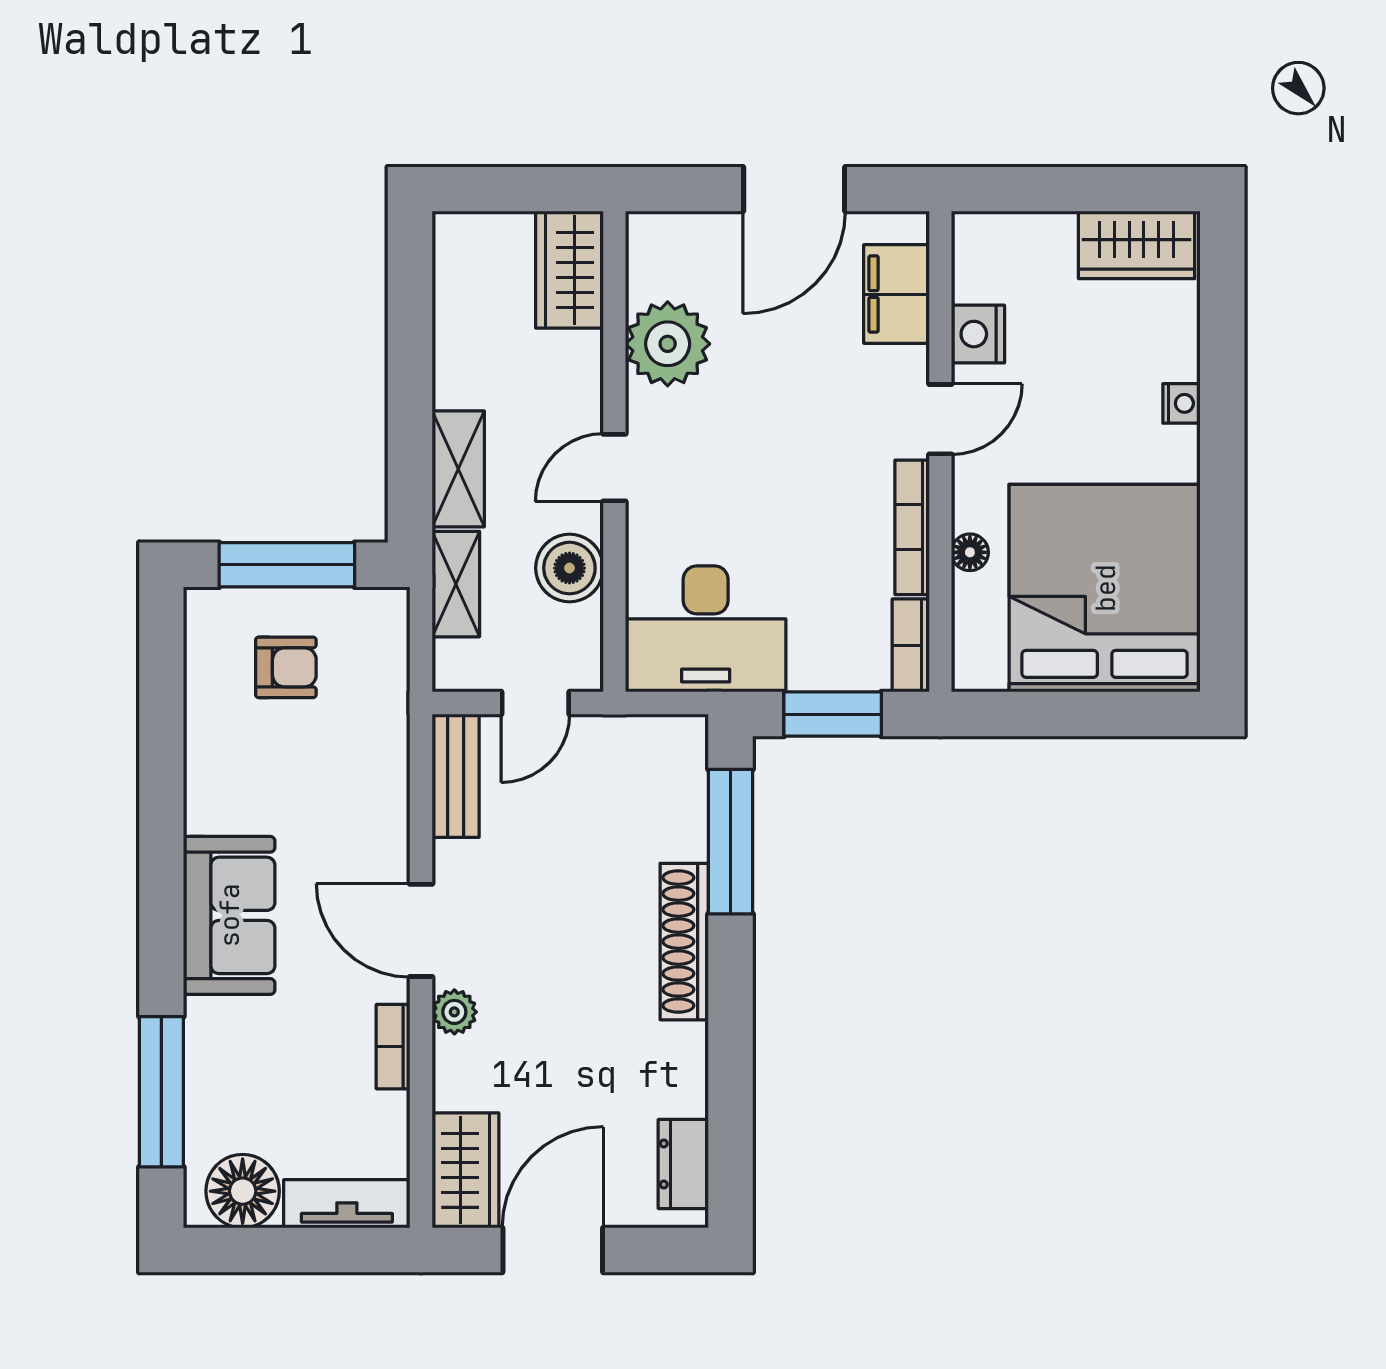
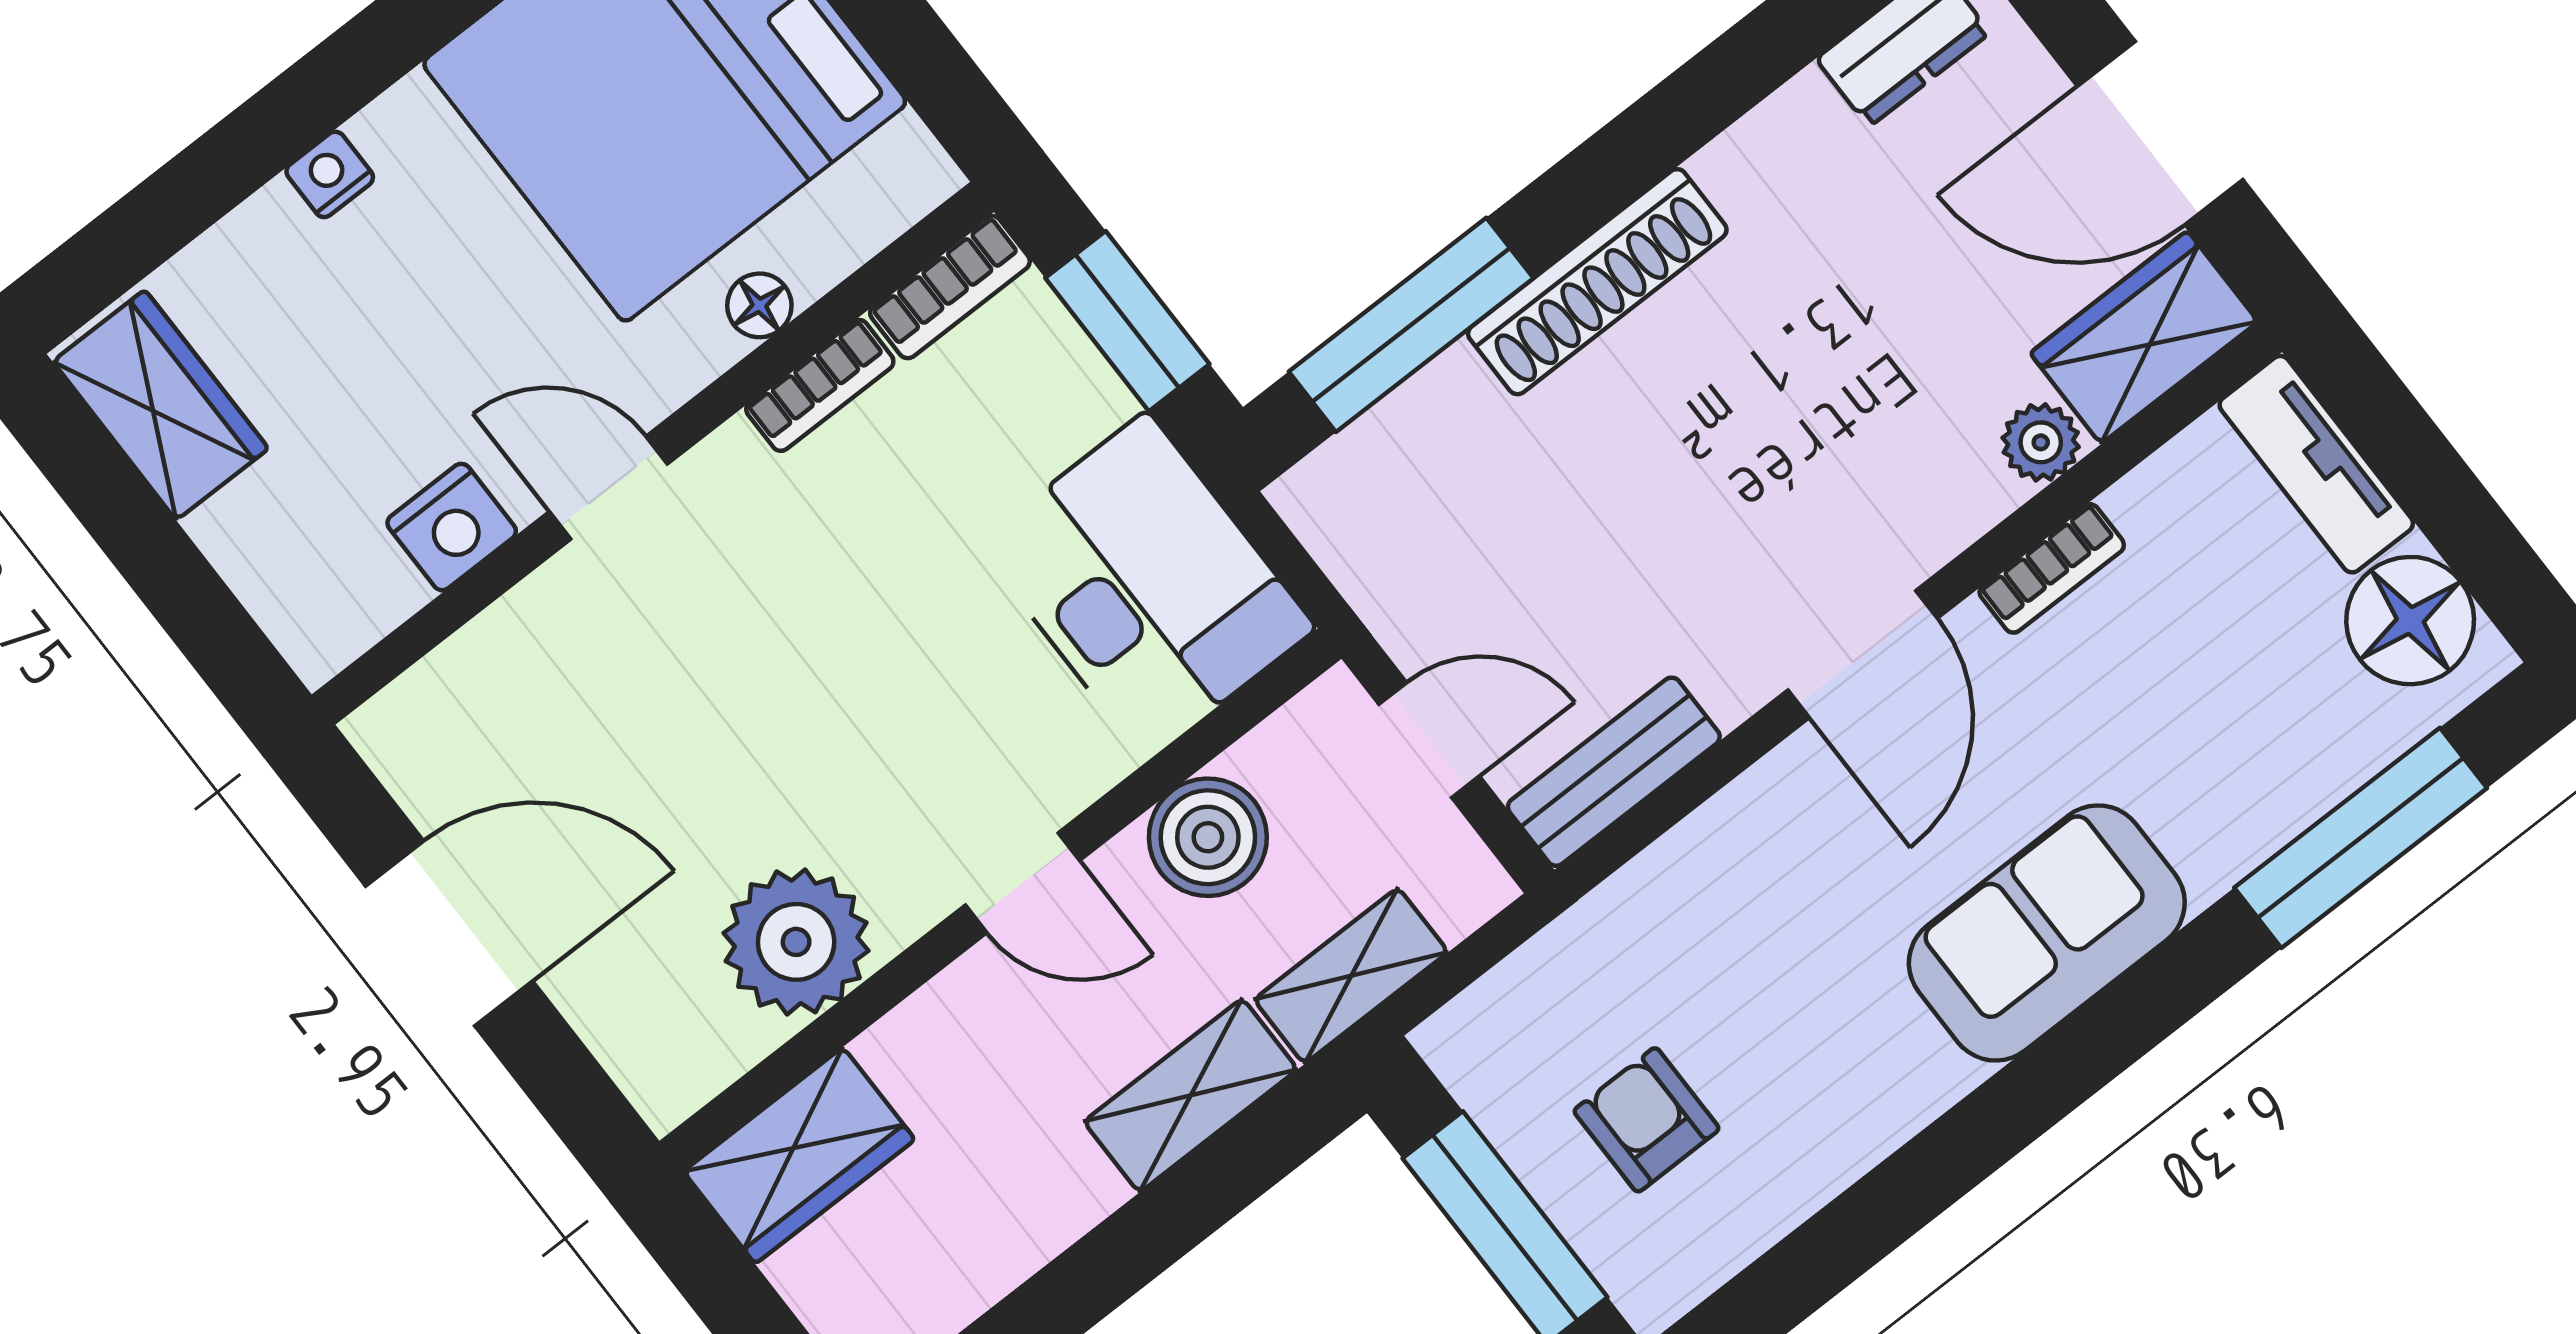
filing cabinet: (897, 294) -> (484, 681), removed
bookcase: (912, 527) -> (820, 385), width x0.64
plant: (454, 1012) -> (2041, 442), moved

